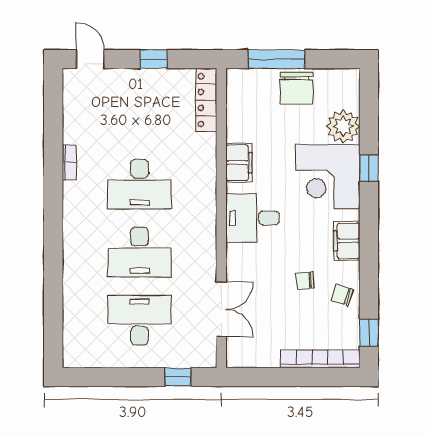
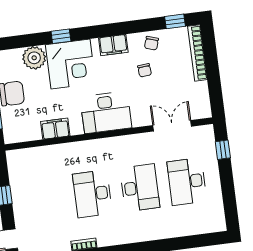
locker: (206, 100) -> (28, 155), removed
filing cabinet: (239, 163) -> (55, 129), moved
desk: (140, 184) -> (92, 194), turned 180
desk: (252, 218) -> (106, 112), width x1.37

